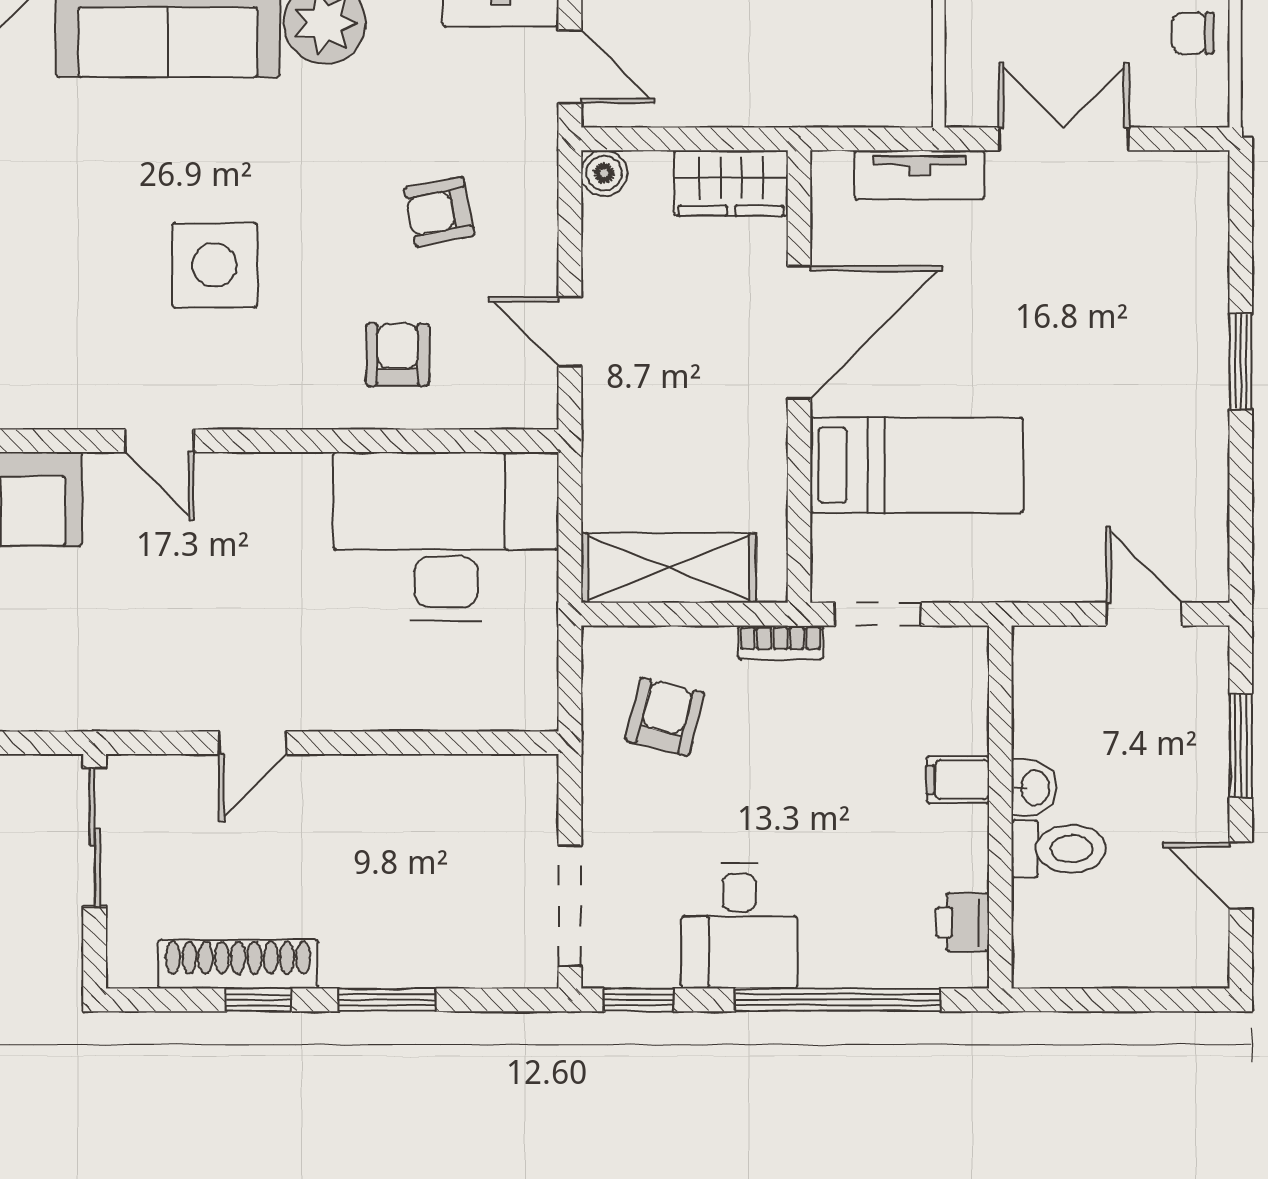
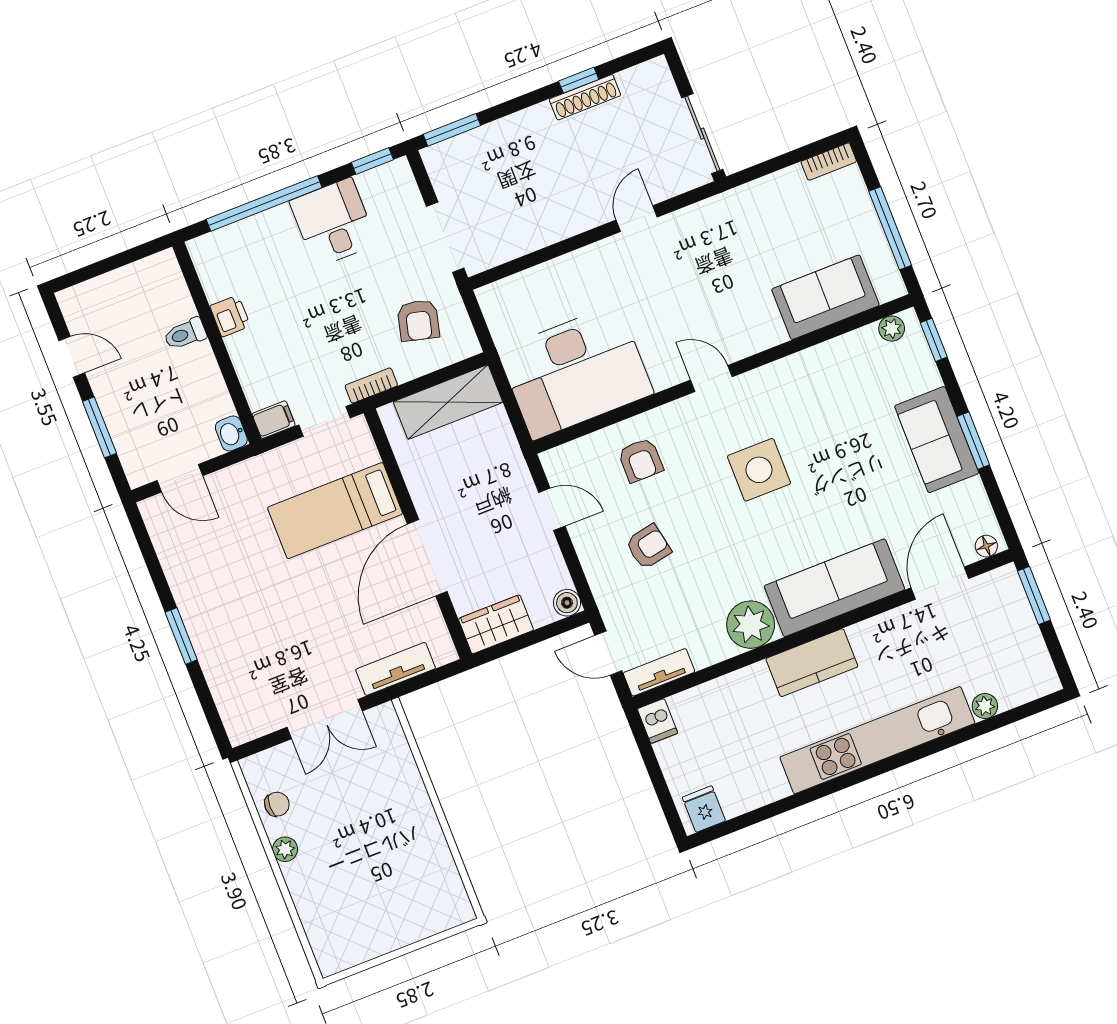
door: (159, 441) -> (711, 378), moved
filing cabinet: (958, 780) -> (274, 420), moved
washbasin: (1034, 788) -> (231, 434), moved
toilet: (1059, 849) -> (185, 334), width x0.73, depth x0.72
doorway: (570, 906) -> (445, 237), moved
printer: (963, 922) -> (230, 316), moved
shoe rack: (238, 964) -> (585, 97), width x0.74, depth x0.81
window: (387, 1000) -> (452, 130), moved

